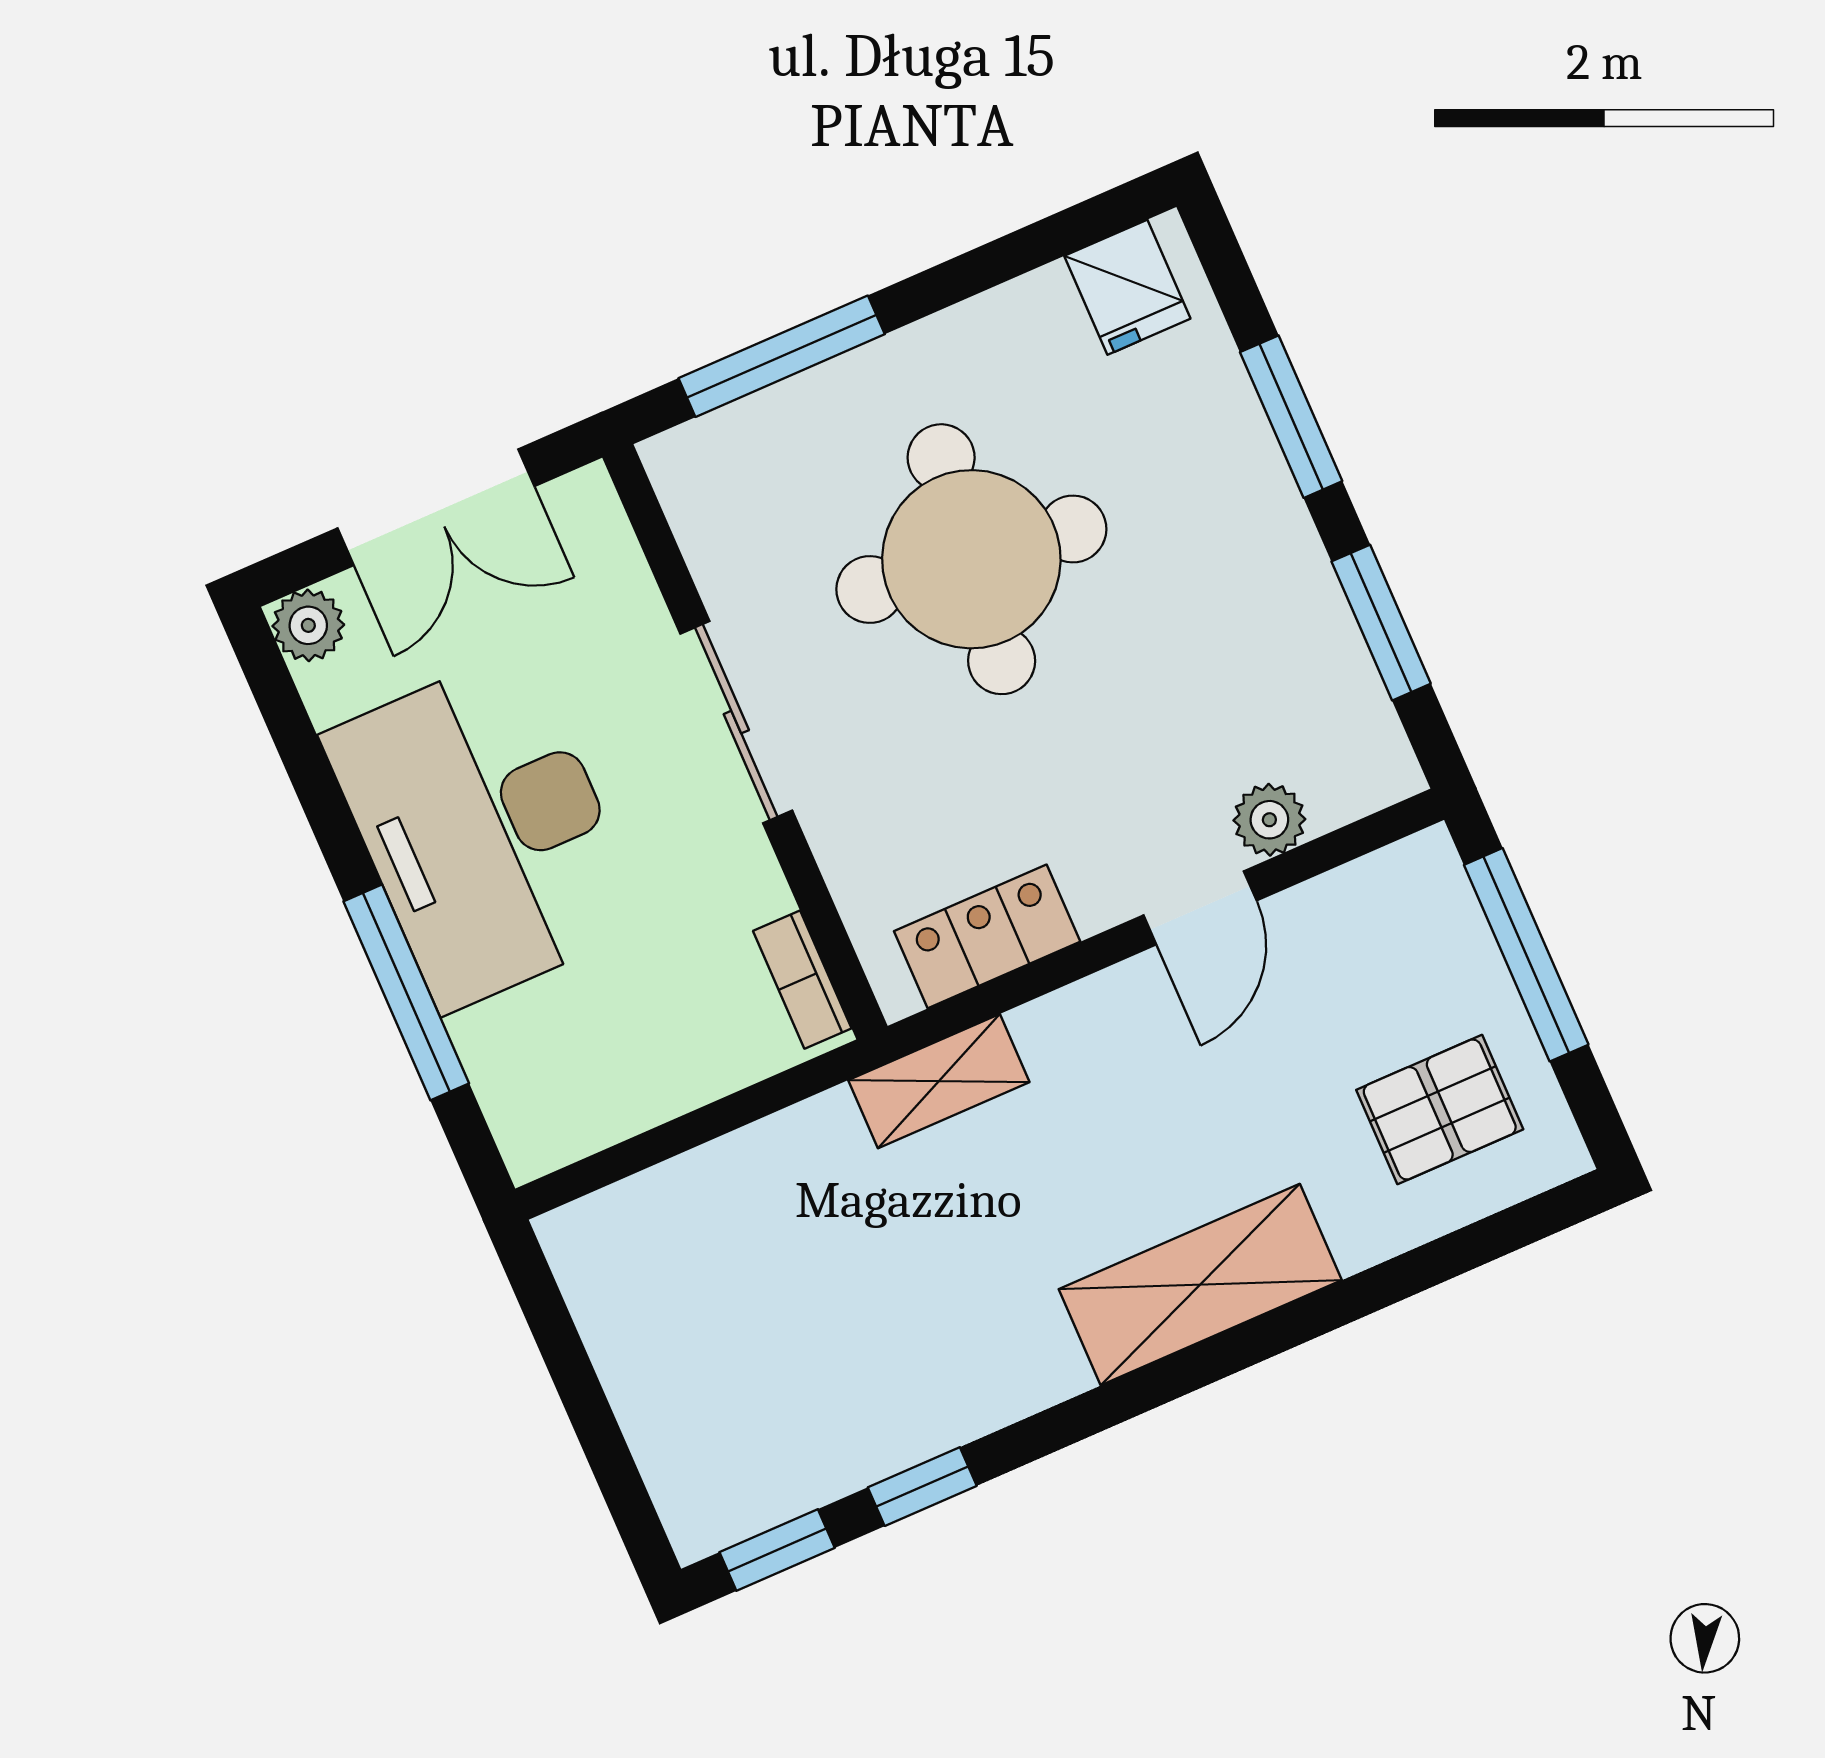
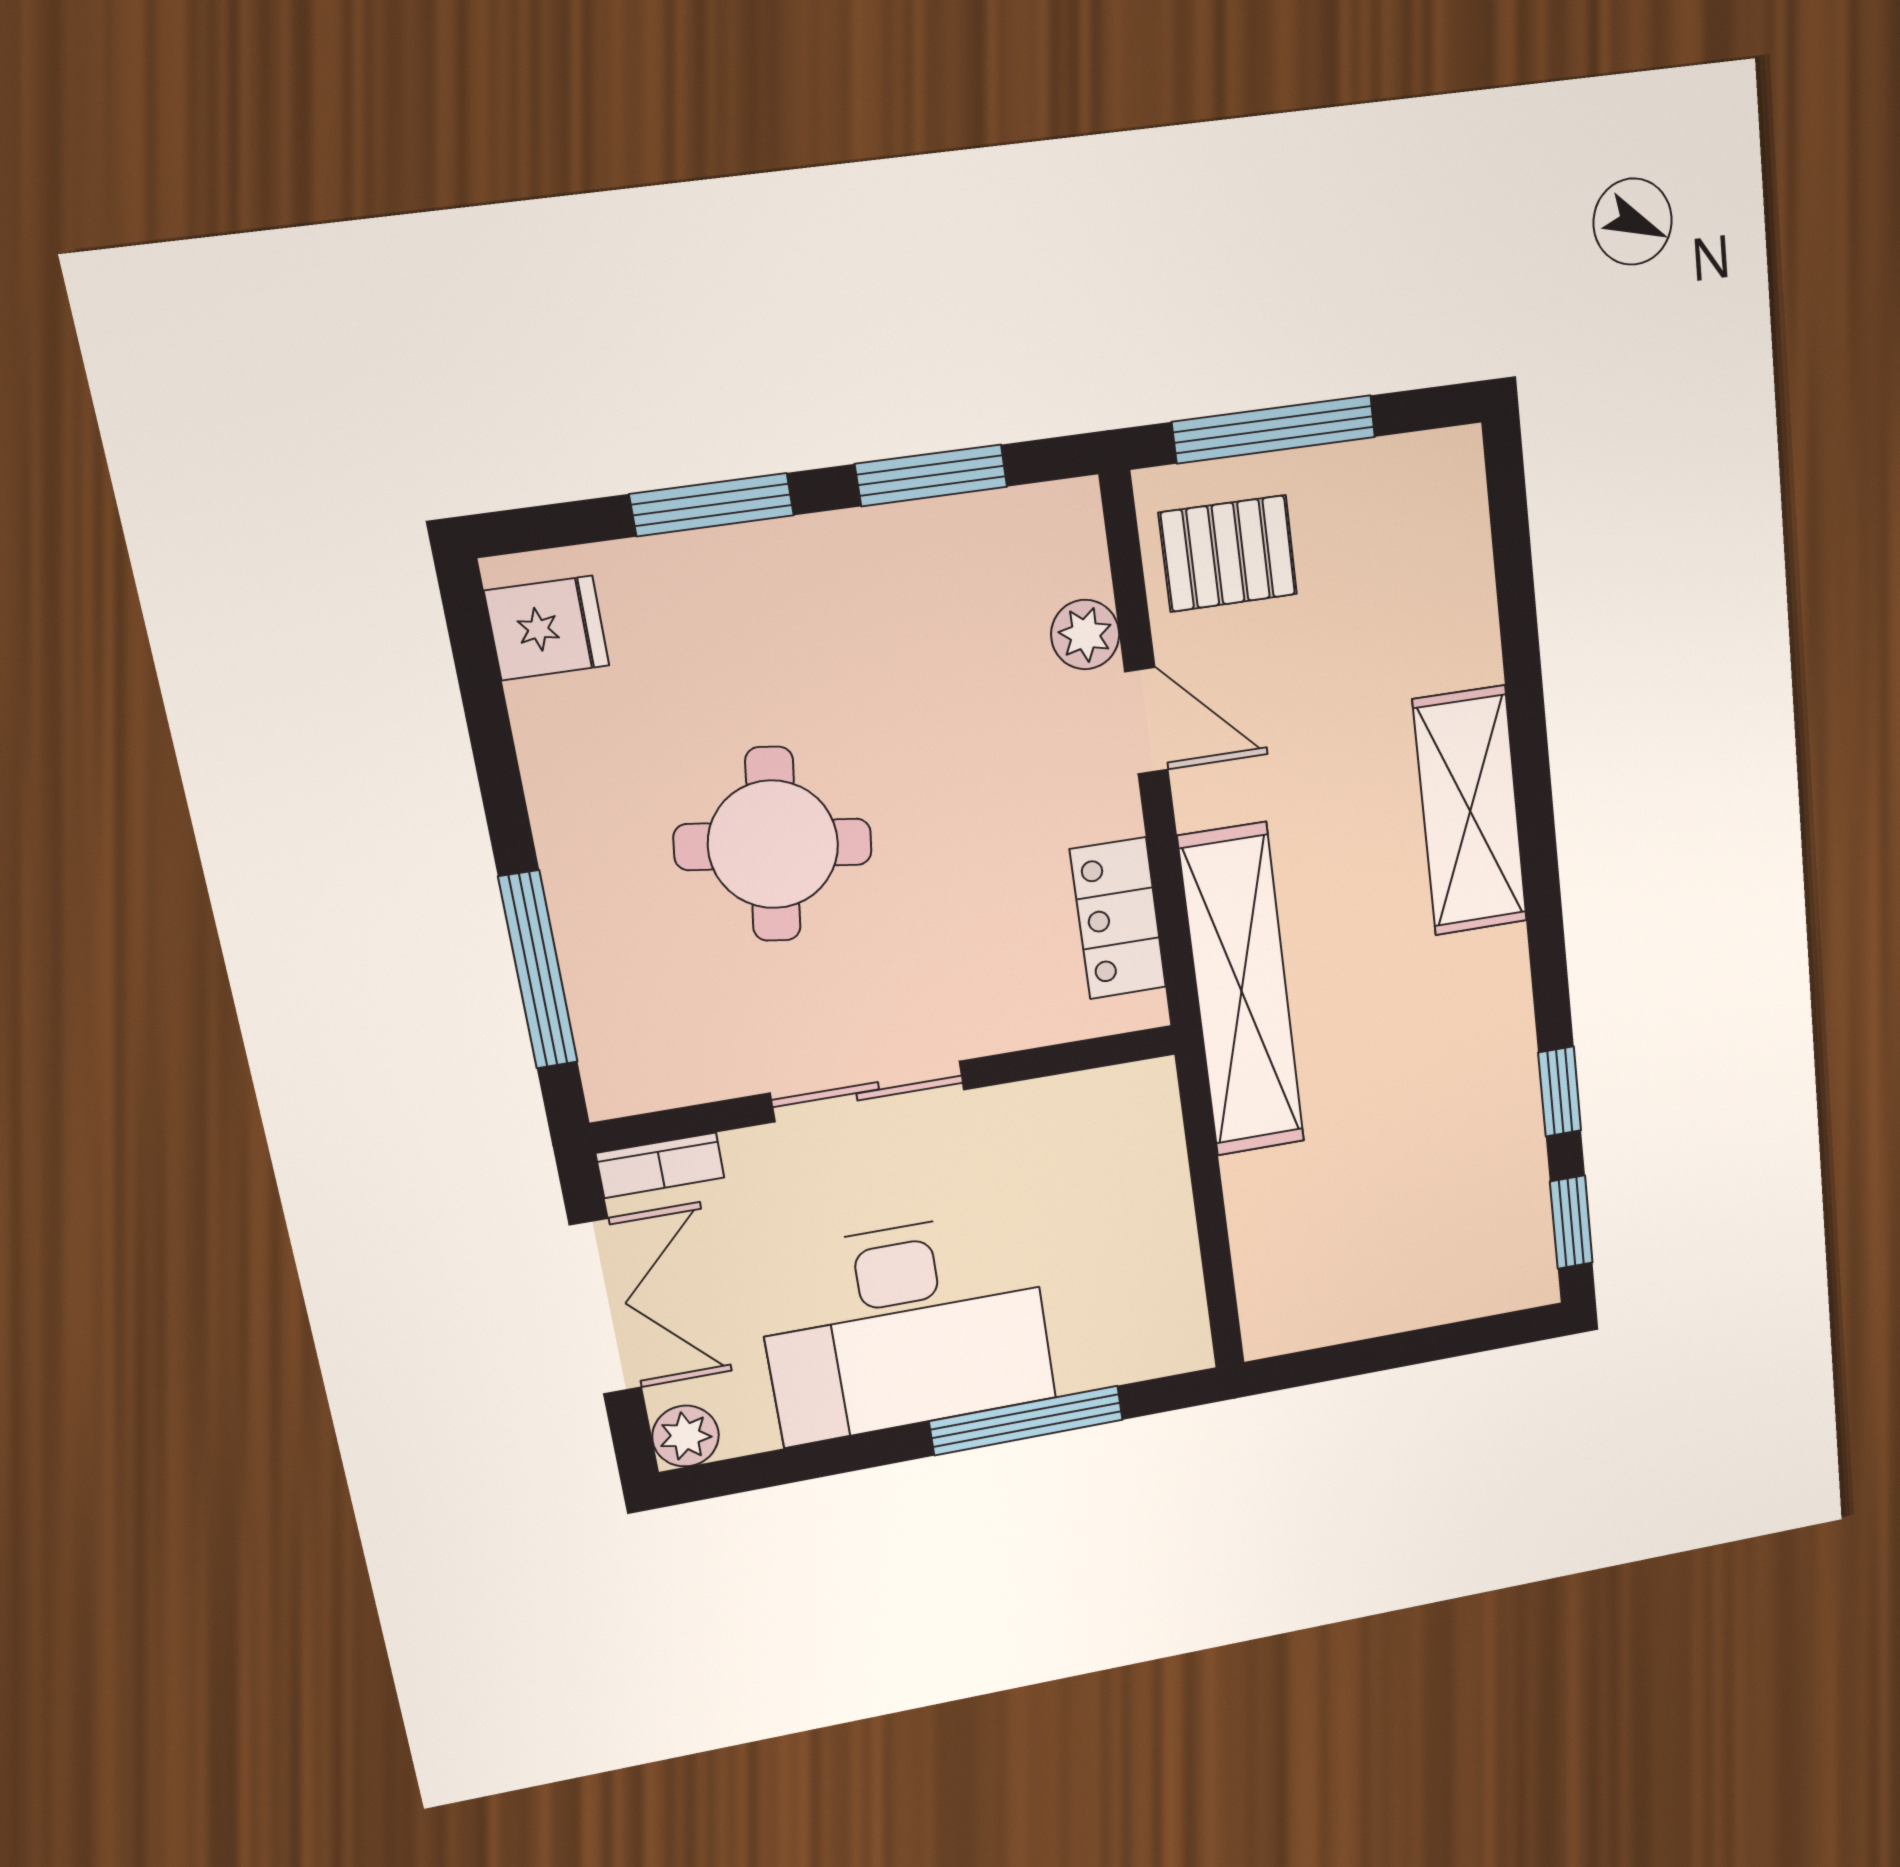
round table: (971, 559) -> (773, 844), width x0.73, depth x0.73
bookcase: (802, 980) -> (660, 1165), moved
shelving: (939, 1081) -> (1242, 991), width x2.20, depth x1.33
pallet: (1440, 1110) -> (1228, 554), moved, turned 90

